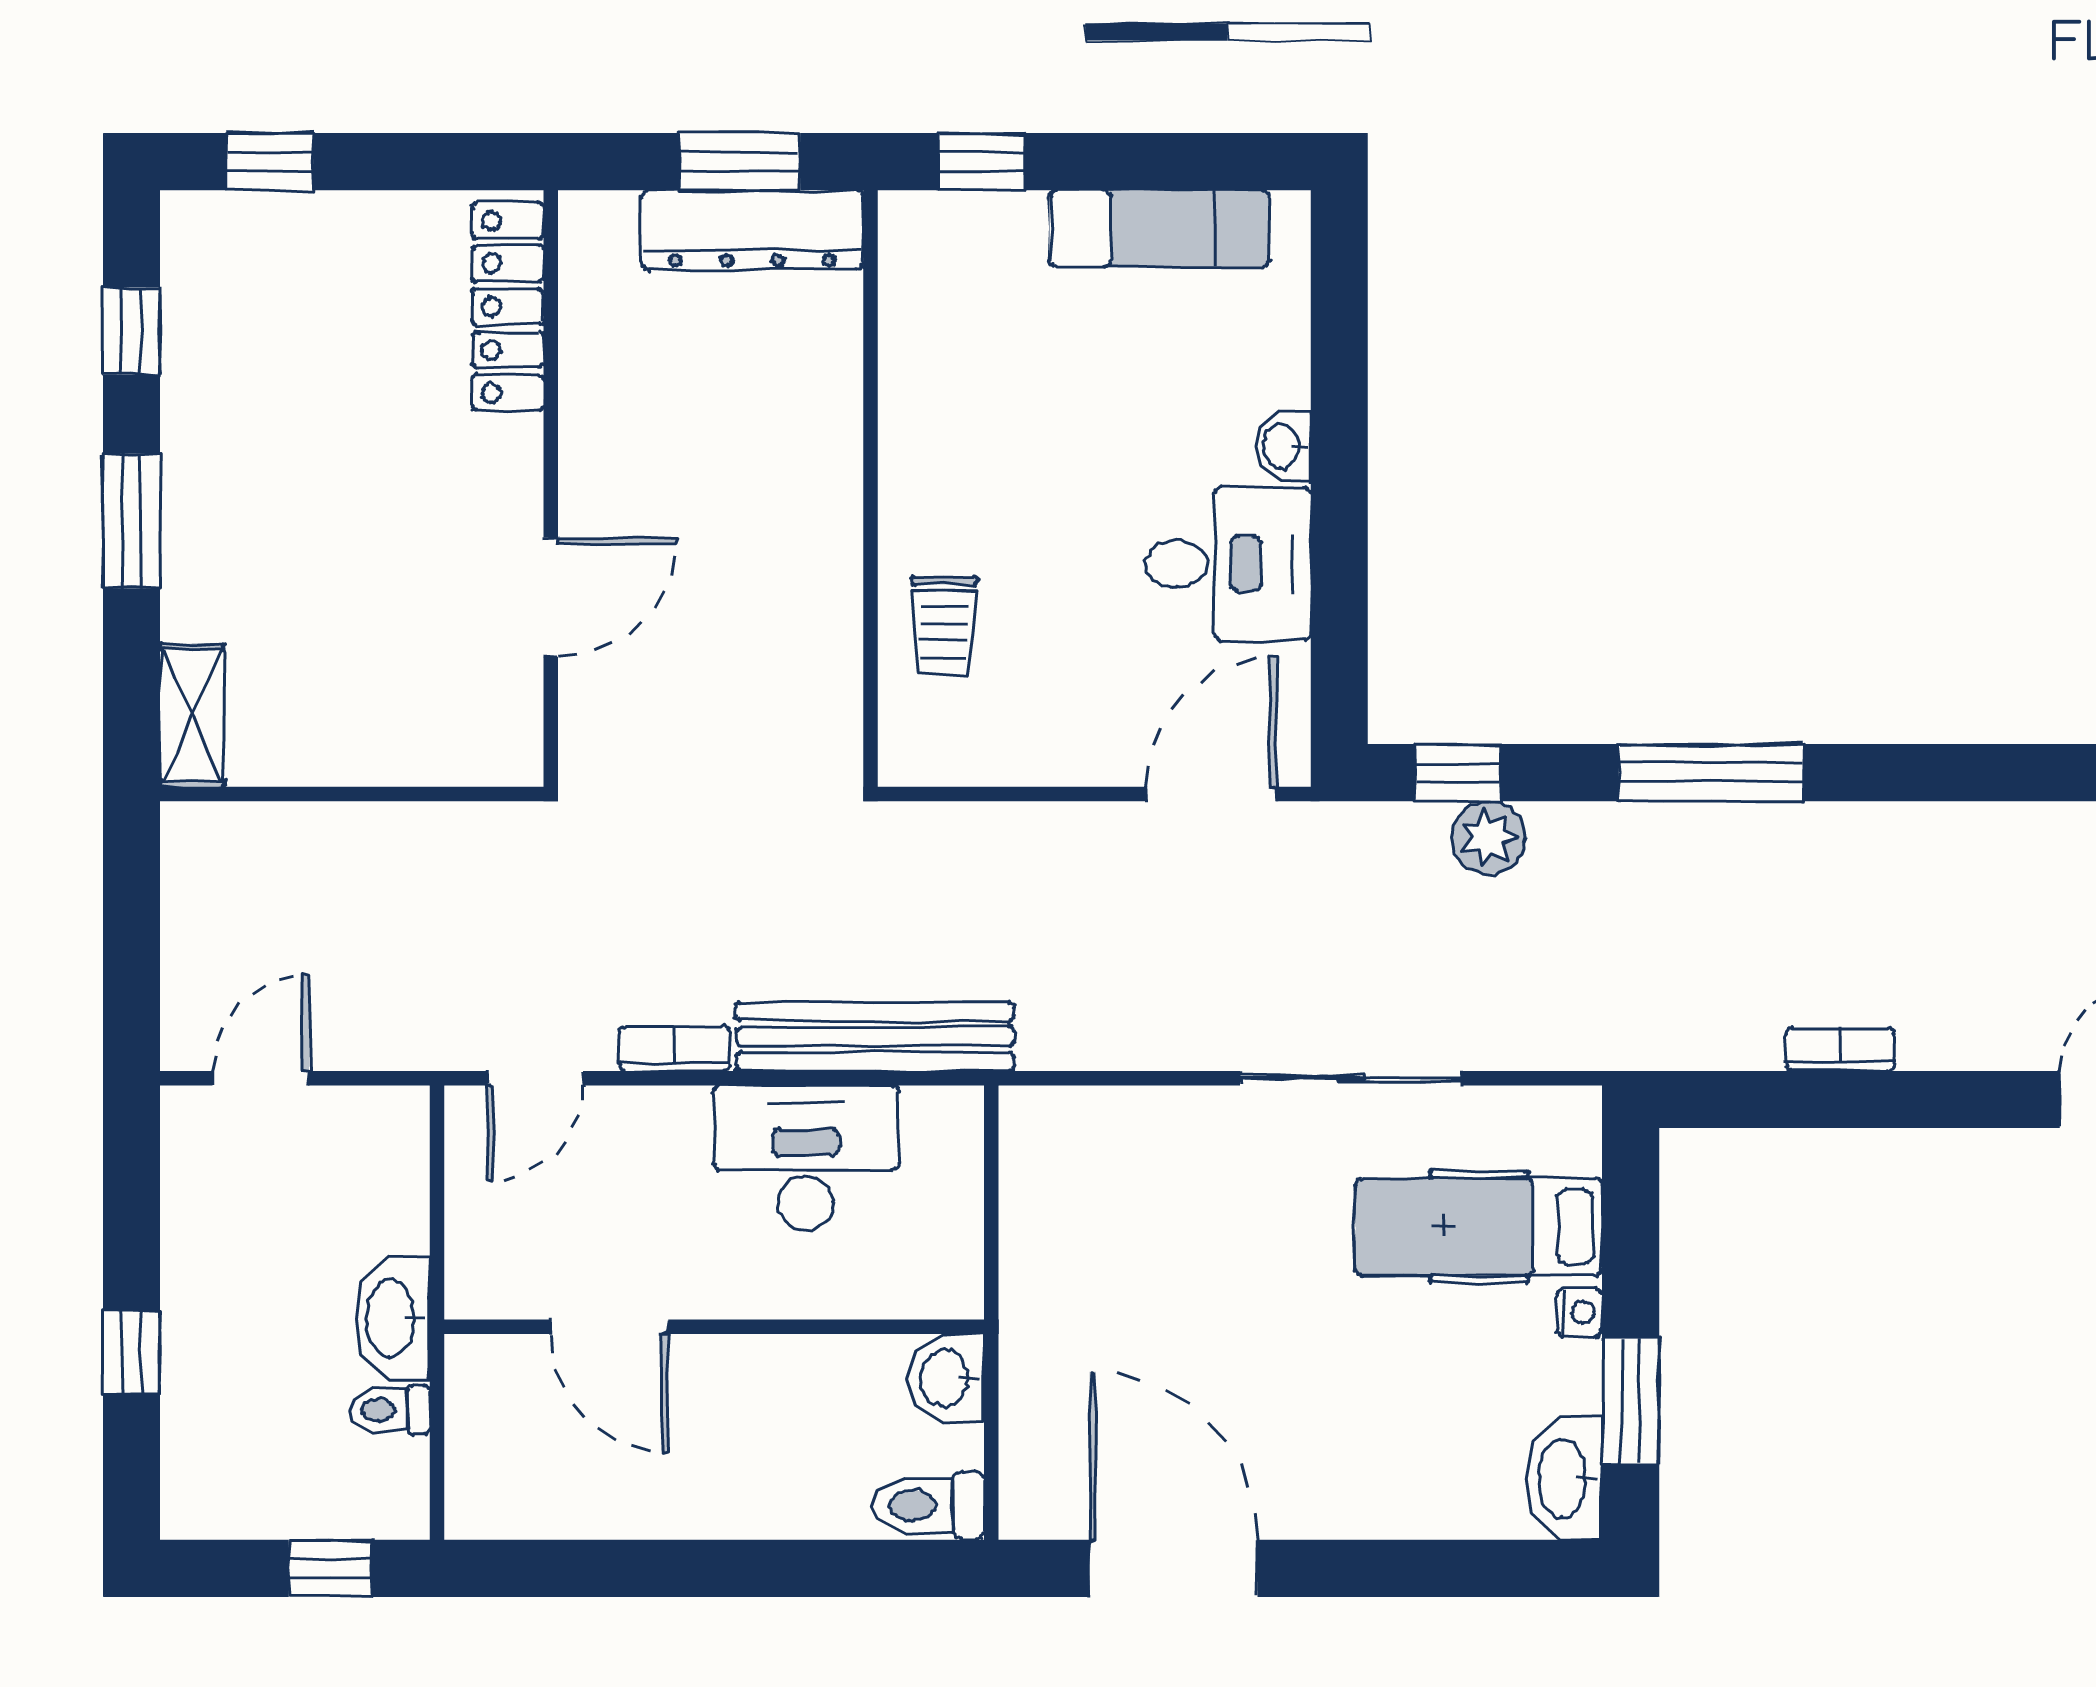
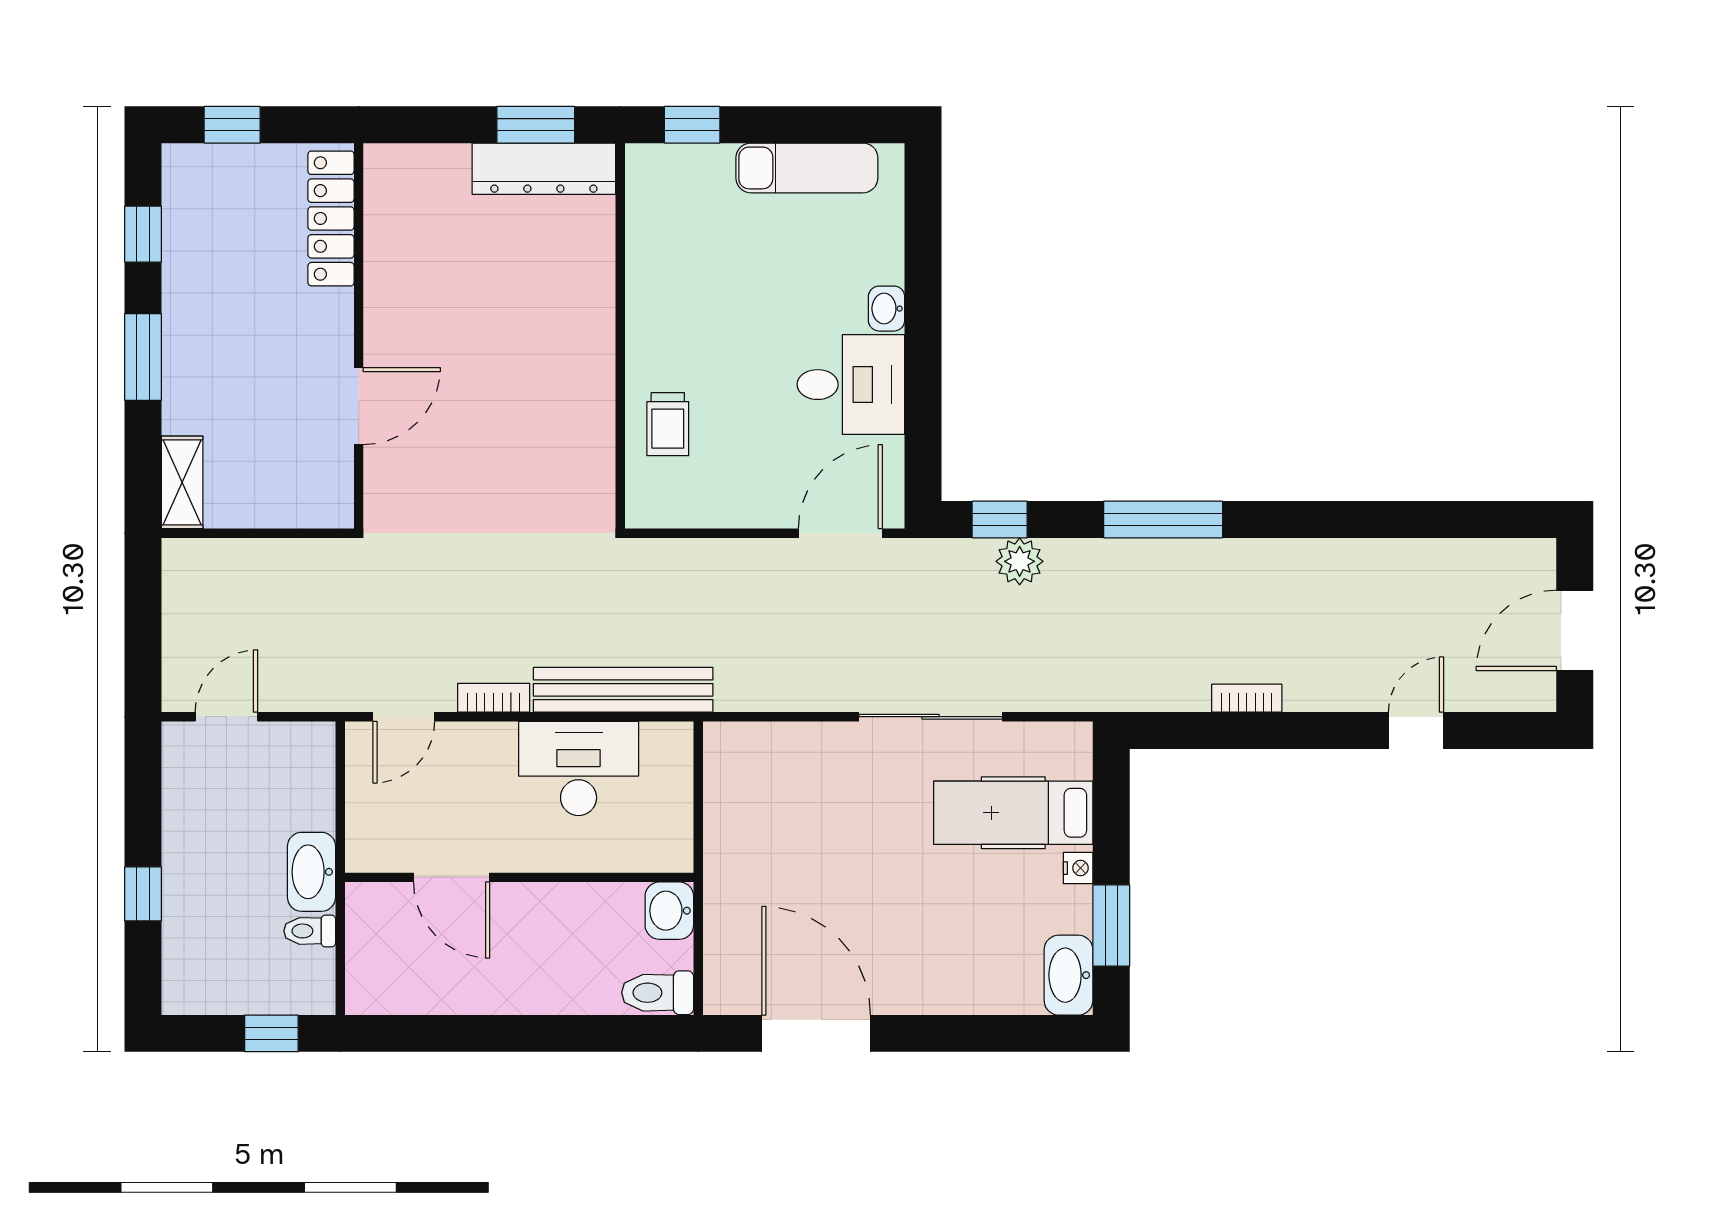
locker: (508, 307) -> (331, 218), moved
wall: (551, 488) -> (359, 336), moved
door: (551, 597) -> (359, 406), moved

